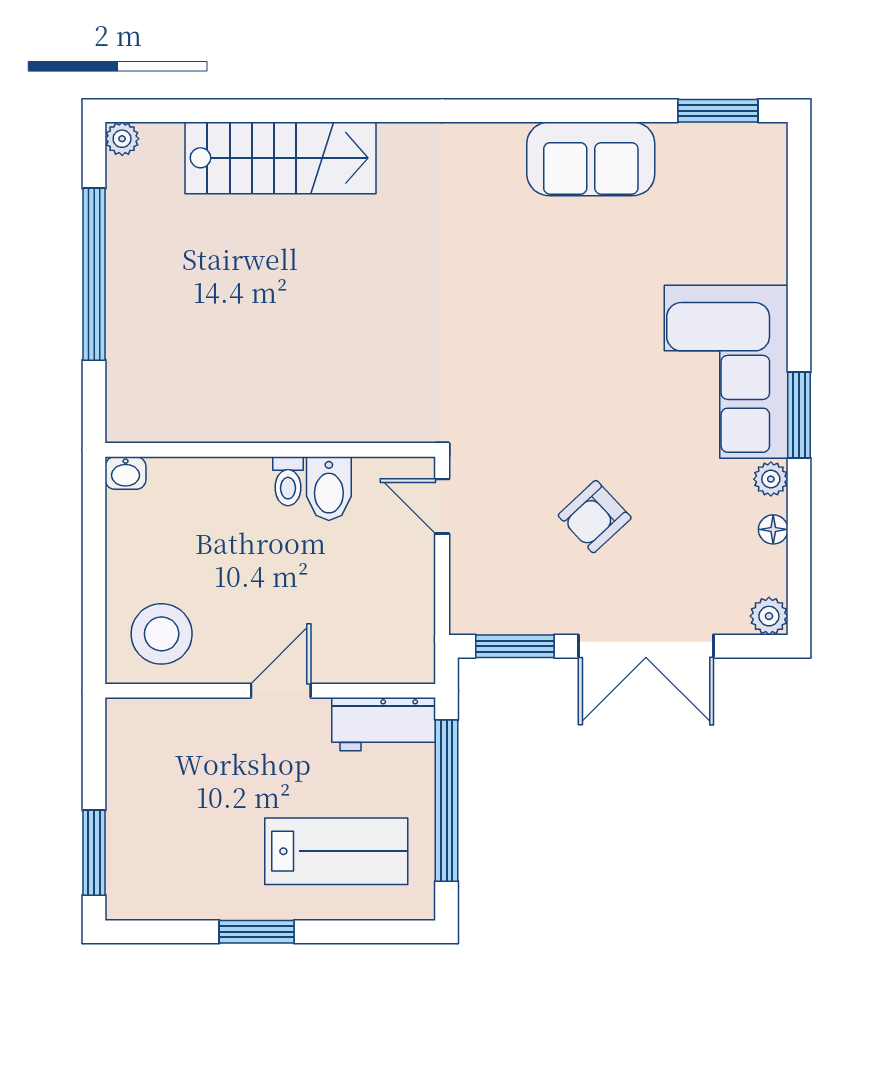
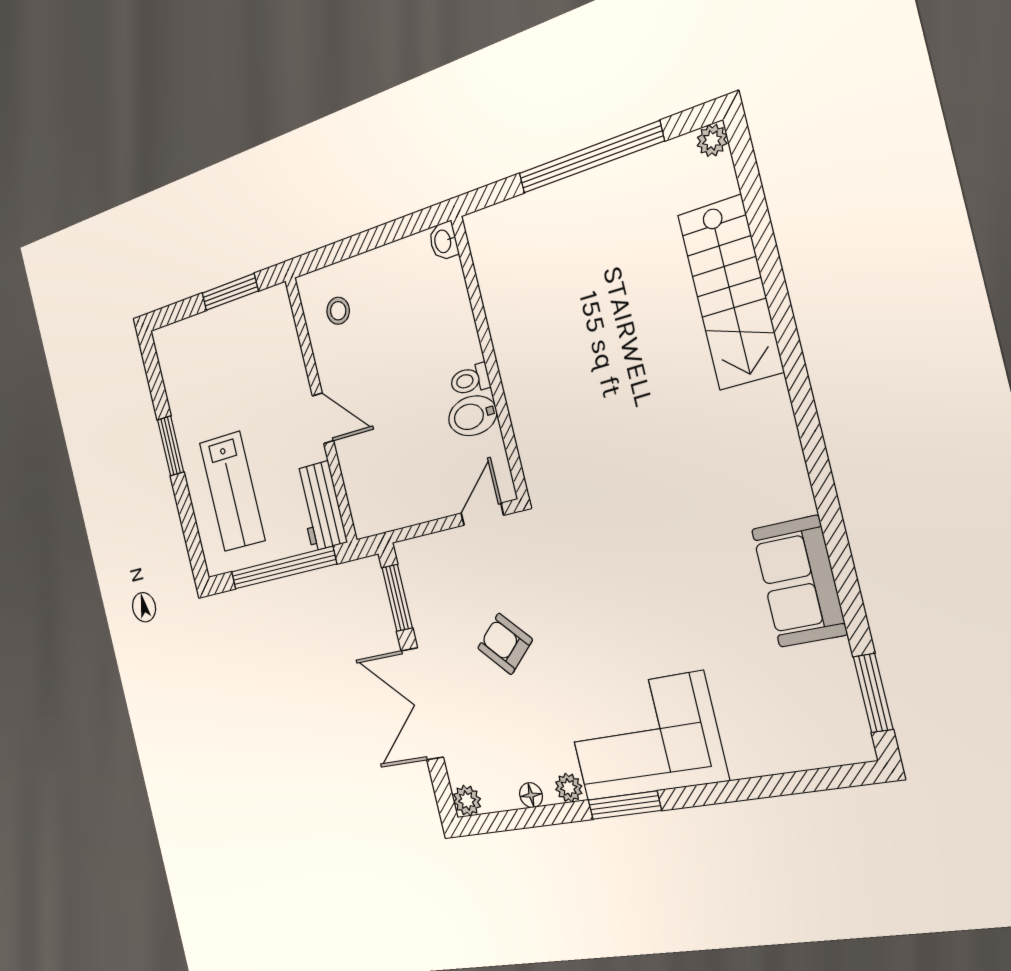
stool: (162, 634) -> (338, 311), width x0.53, depth x0.53
window: (94, 853) -> (230, 292), moved

